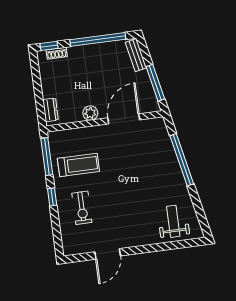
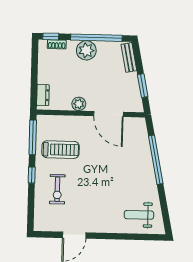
plant: (89, 55) -> (86, 50), added
window: (155, 83) -> (143, 86), width x0.69
door: (124, 119) -> (109, 114), swing flipped
weight bench: (173, 221) -> (139, 215), turned -90

